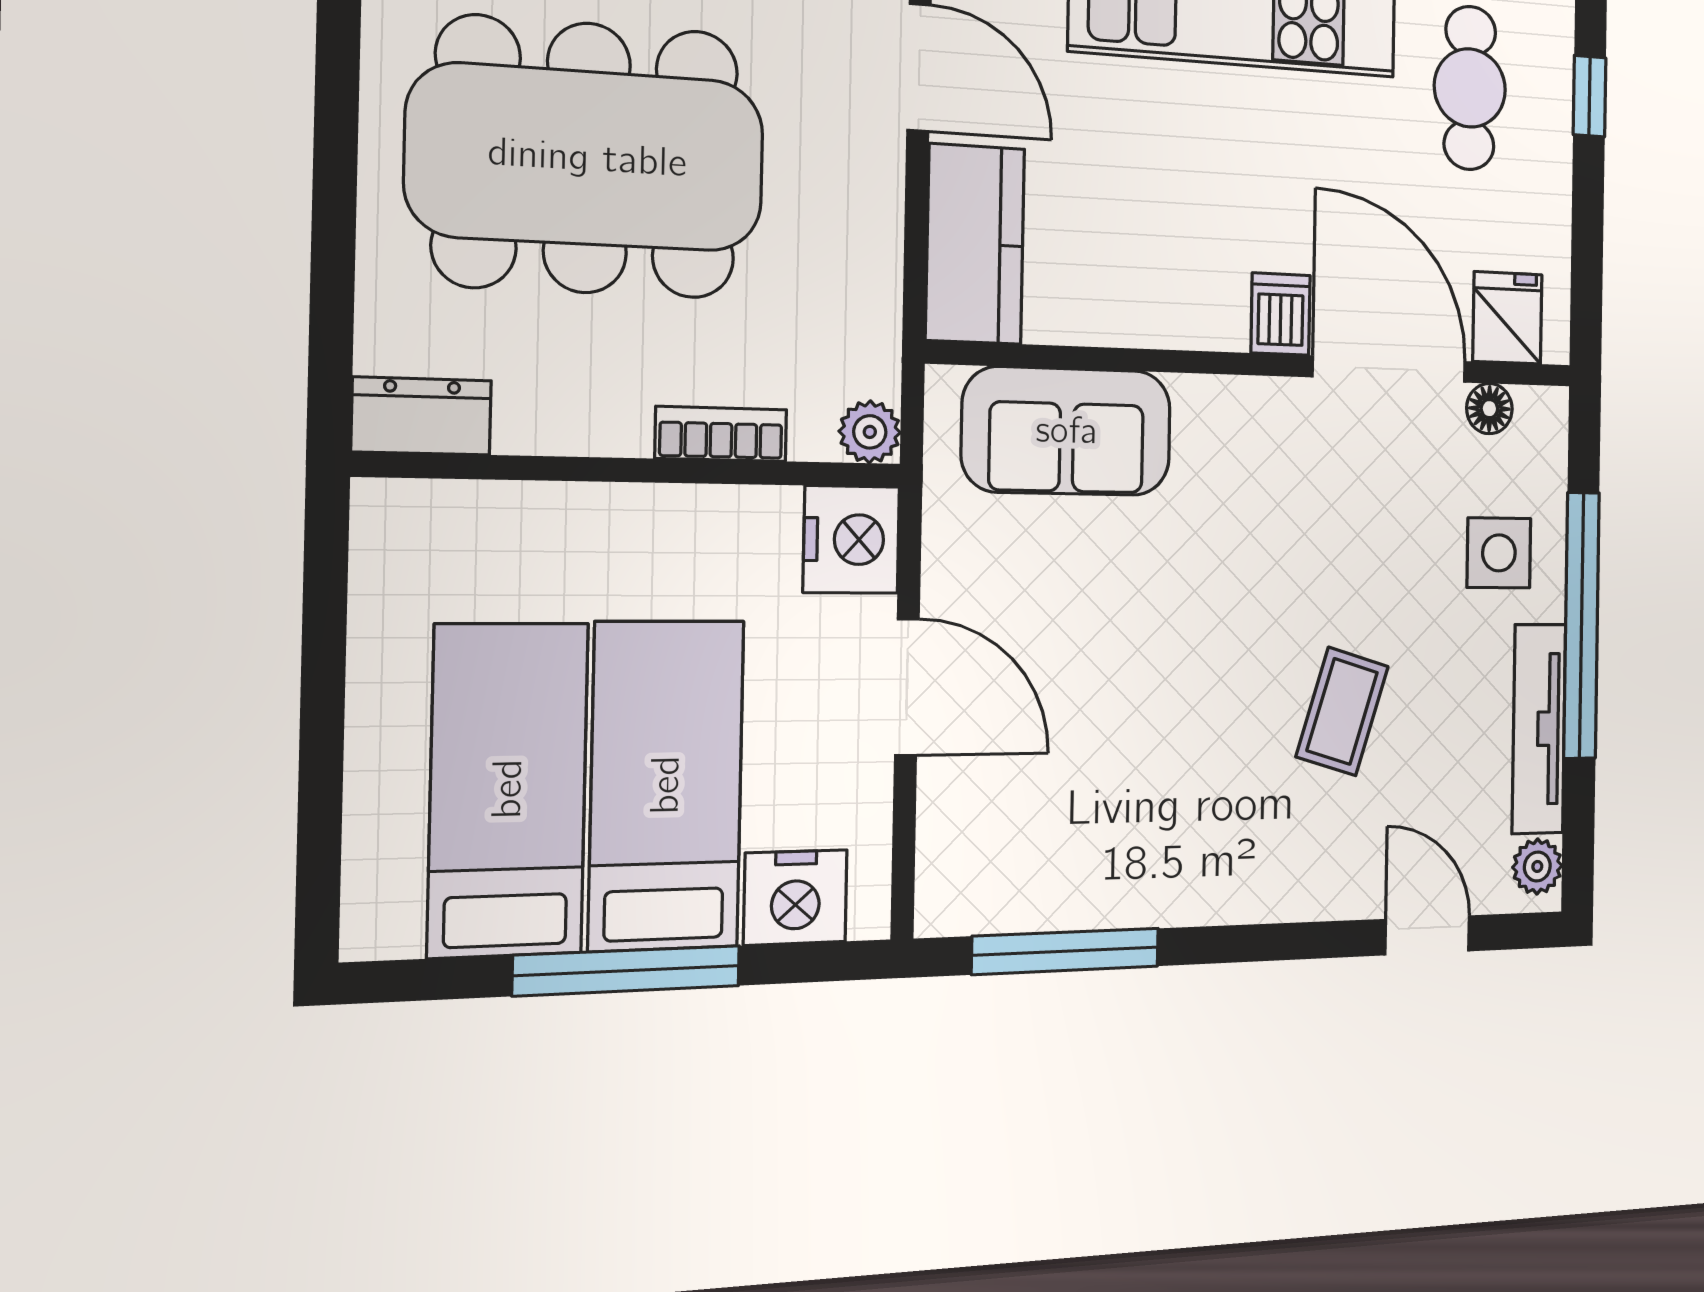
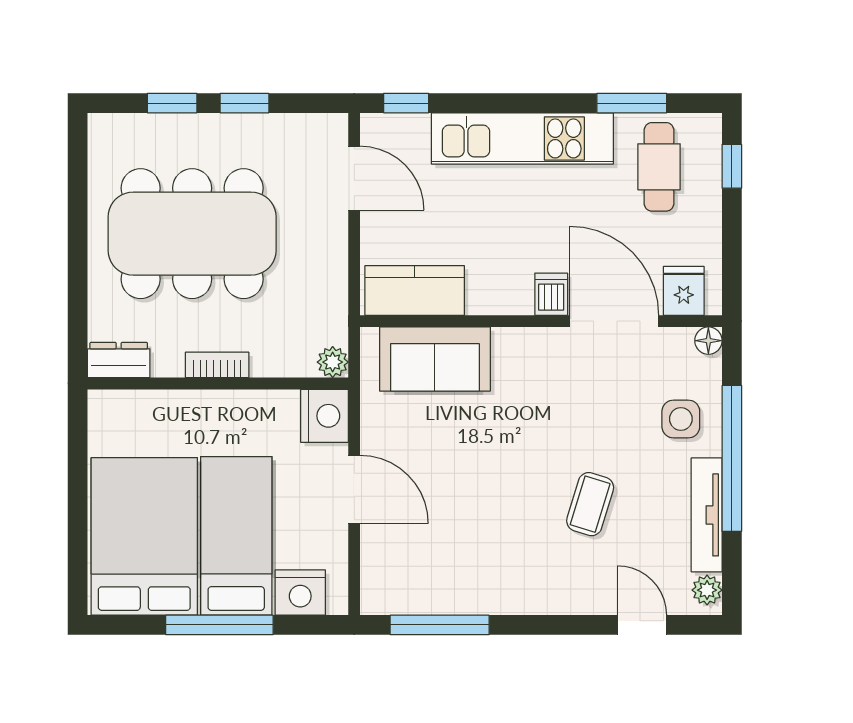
kitchen counter: (975, 244) -> (415, 290), moved, turned -90
floor lamp: (1489, 409) -> (708, 341), moved
bookcase: (721, 434) -> (217, 365), moved
bed: (508, 789) -> (144, 536), width x1.50

